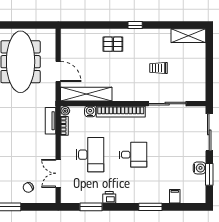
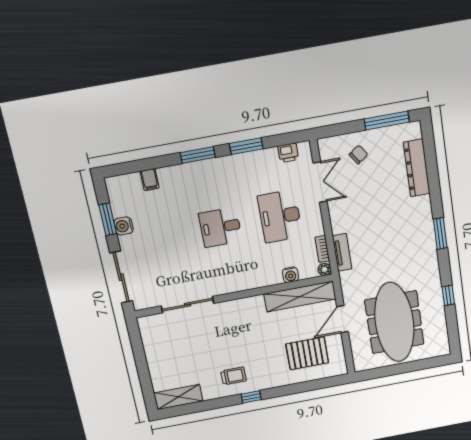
pallet: (113, 44) -> (307, 353), moved, width x1.50, depth x1.42
trolley: (158, 68) -> (233, 376), moved
door: (58, 71) -> (343, 319), hinge flipped
bookcase: (121, 112) -> (249, 282), removed
printer: (109, 197) -> (288, 153), moved
window: (91, 207) -> (246, 146), moved
window: (150, 207) -> (198, 155), moved

